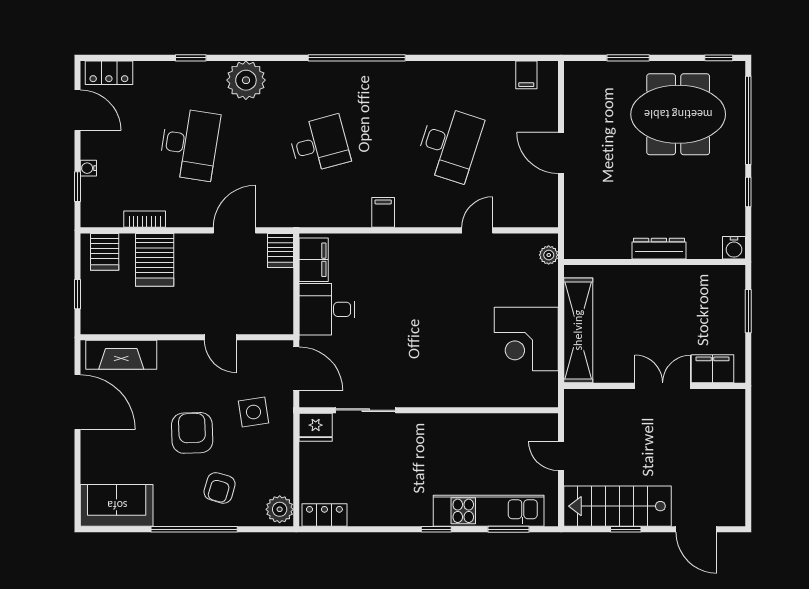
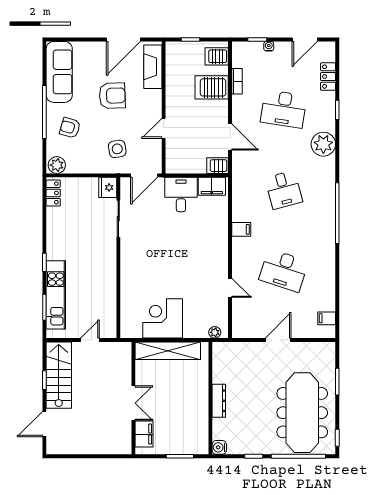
locker: (109, 73) -> (328, 77), moved
meeting table: (678, 114) -> (302, 413), width x1.36
armchair: (192, 433) -> (112, 96), moved
sofa: (117, 505) -> (59, 72), width x1.36

